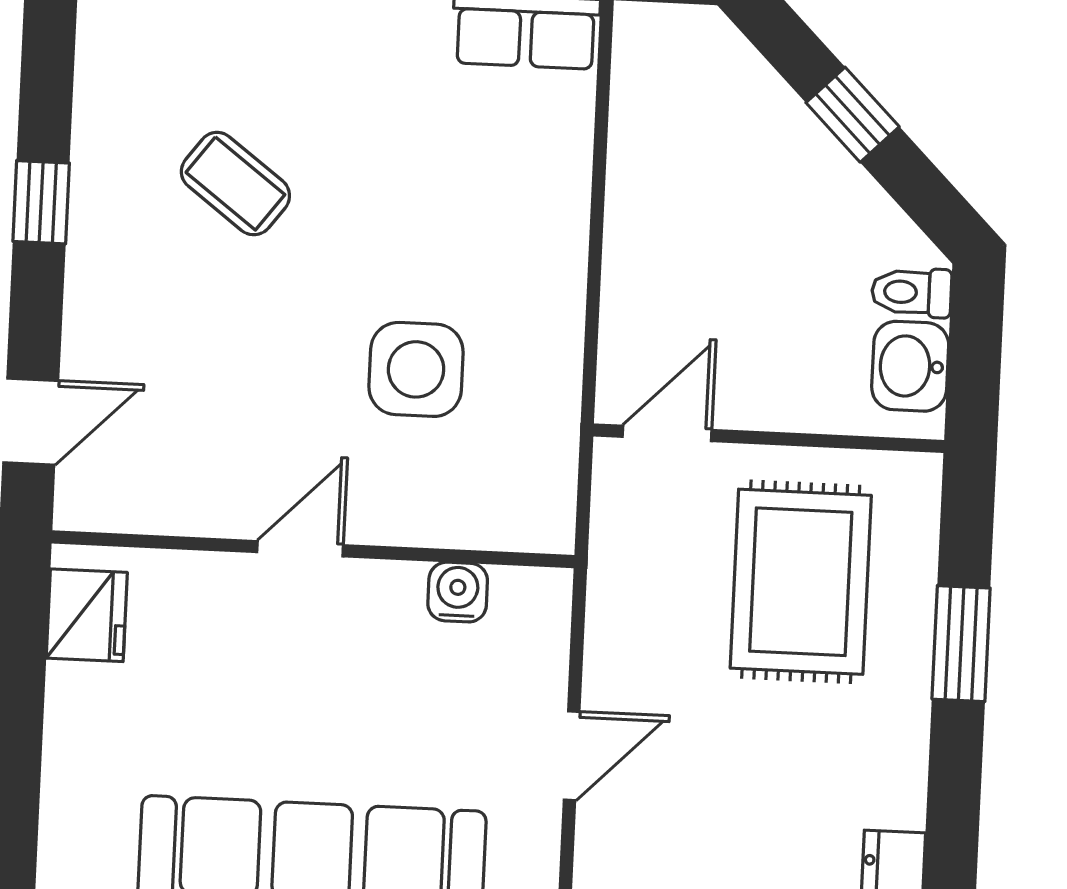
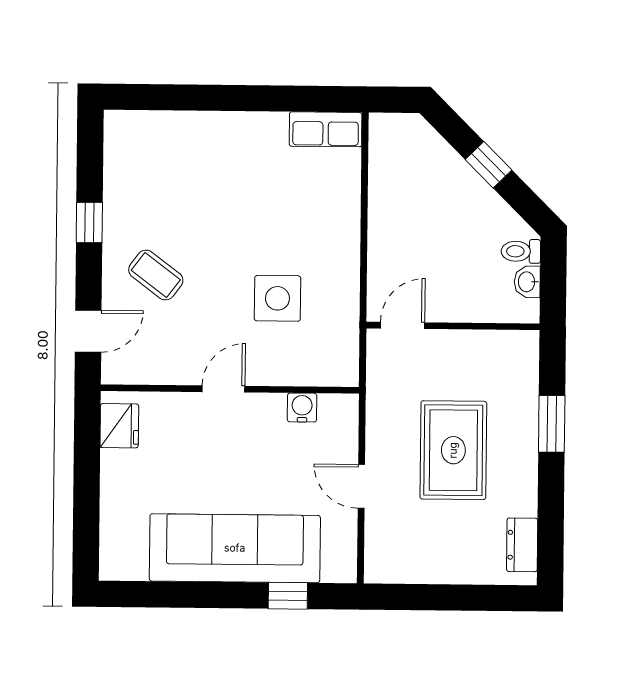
coffee table: (235, 184) -> (156, 275), moved
washbasin: (910, 366) -> (527, 282), width x0.72, depth x0.69
rug: (801, 582) -> (453, 450), moved
door: (572, 756) -> (361, 486), swing flipped

